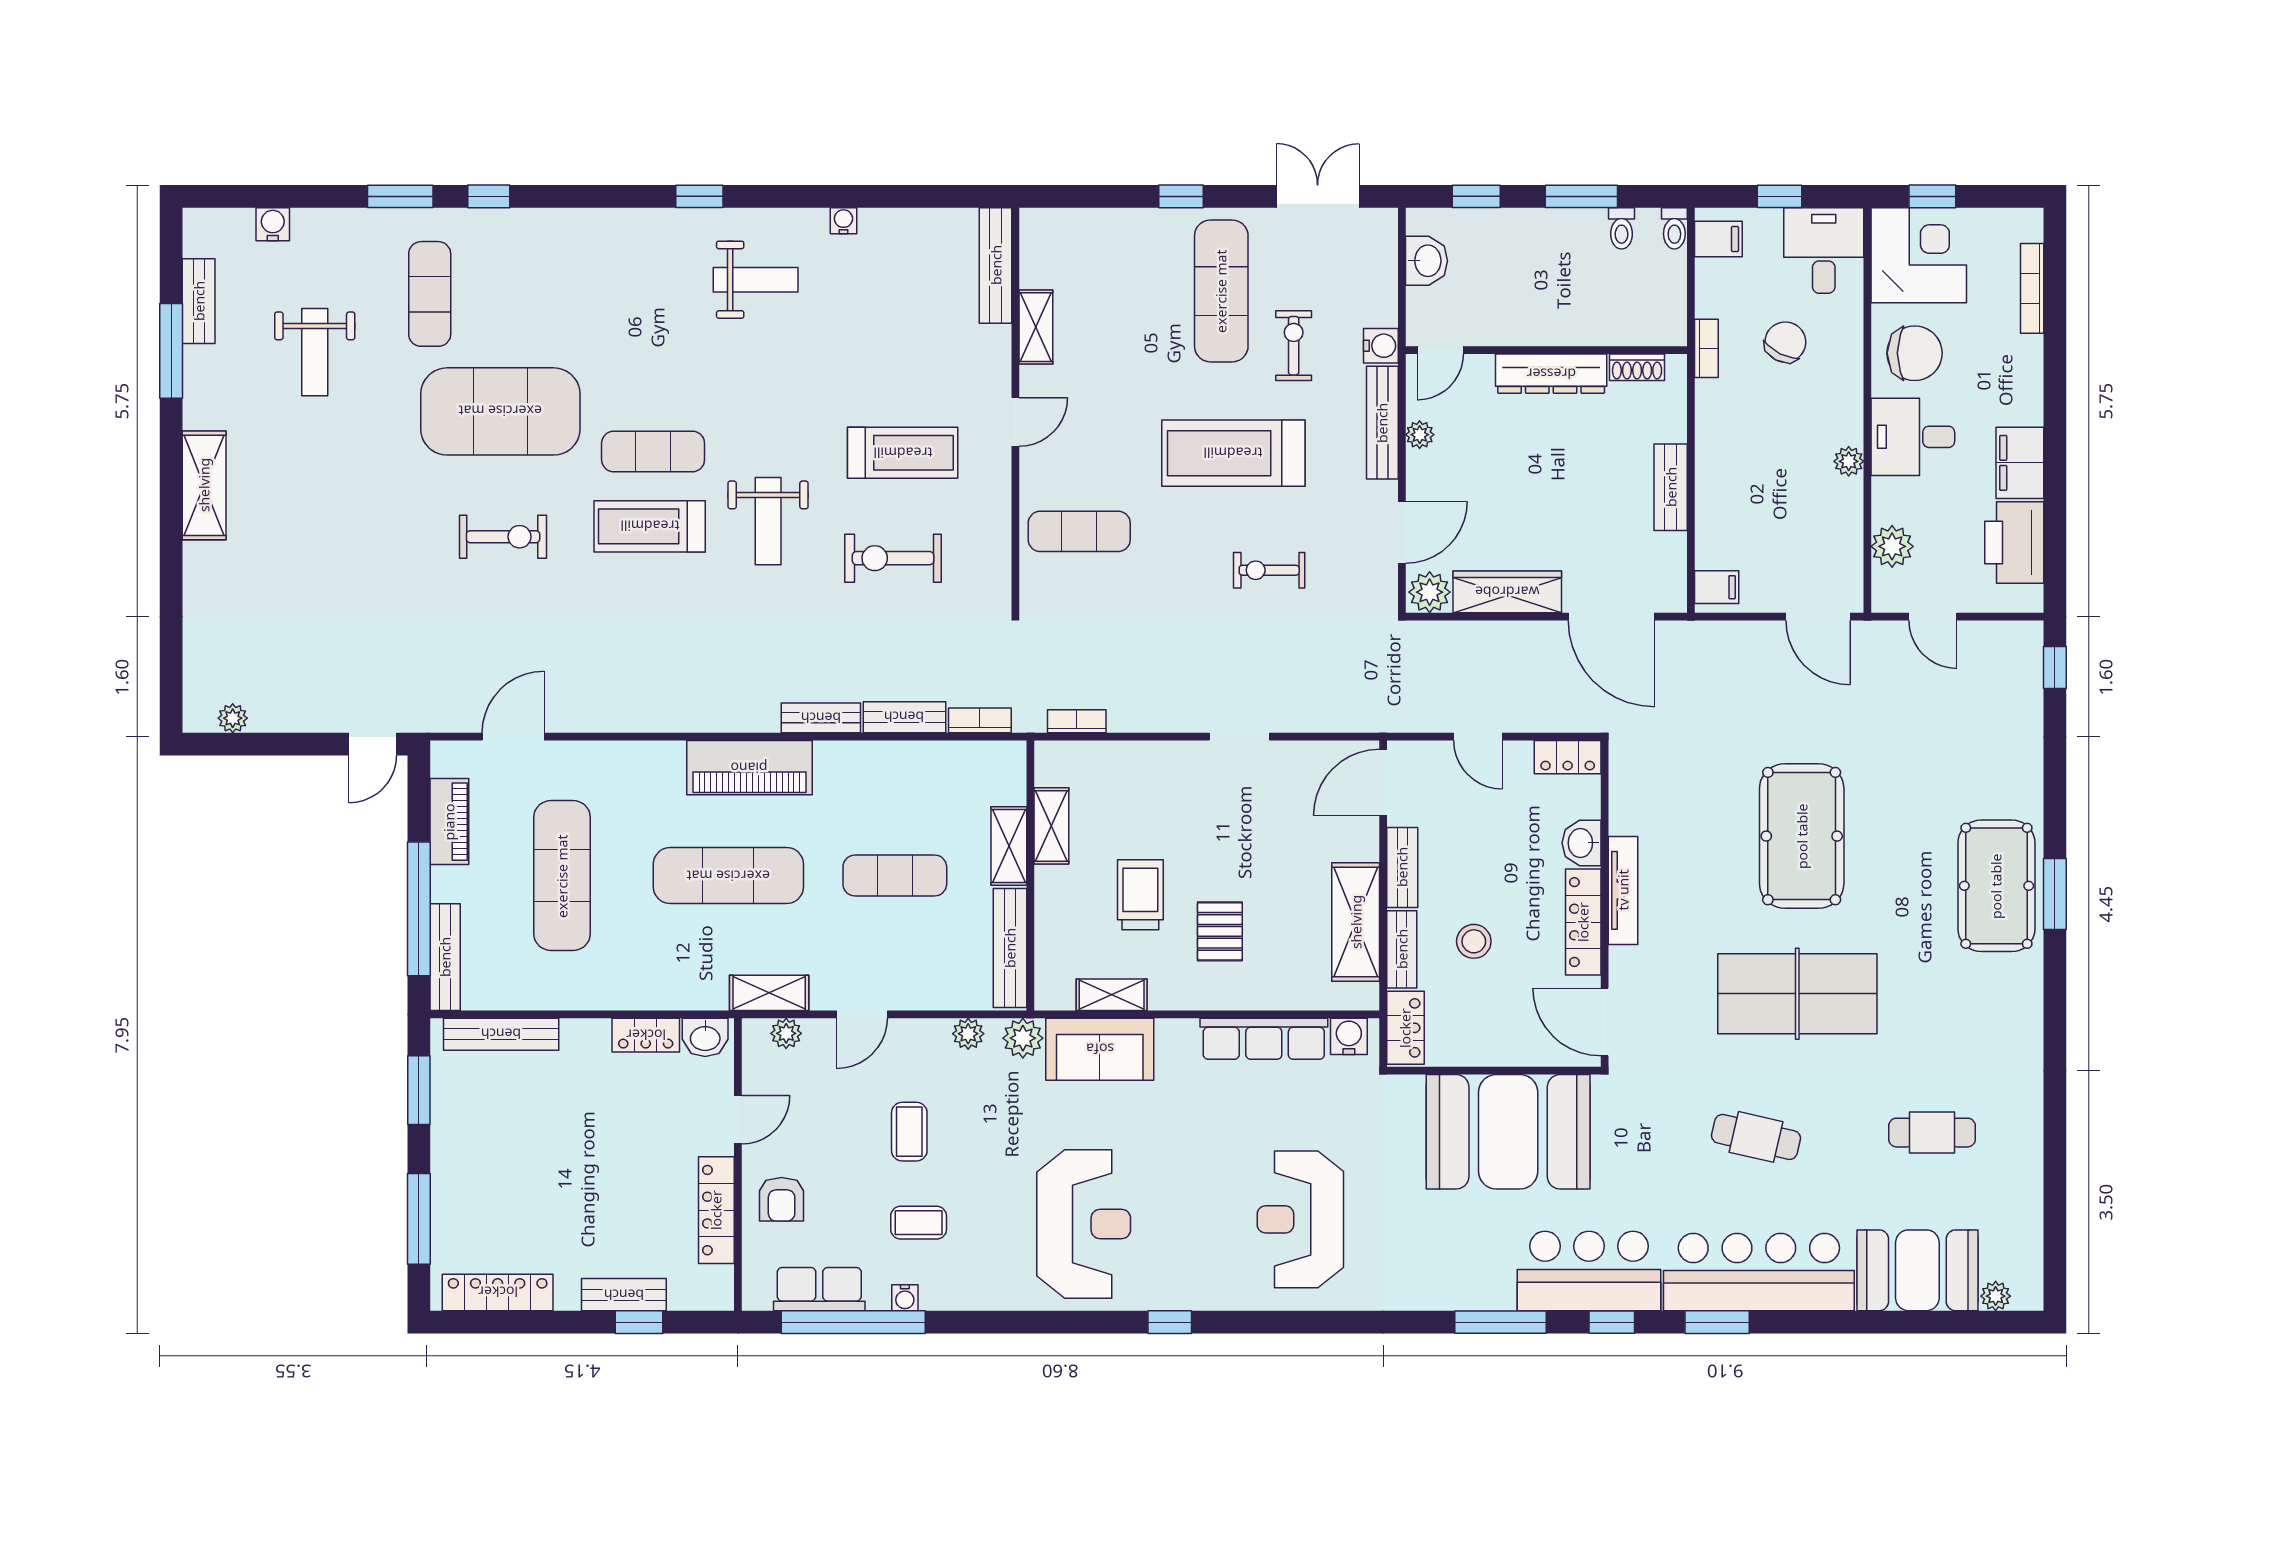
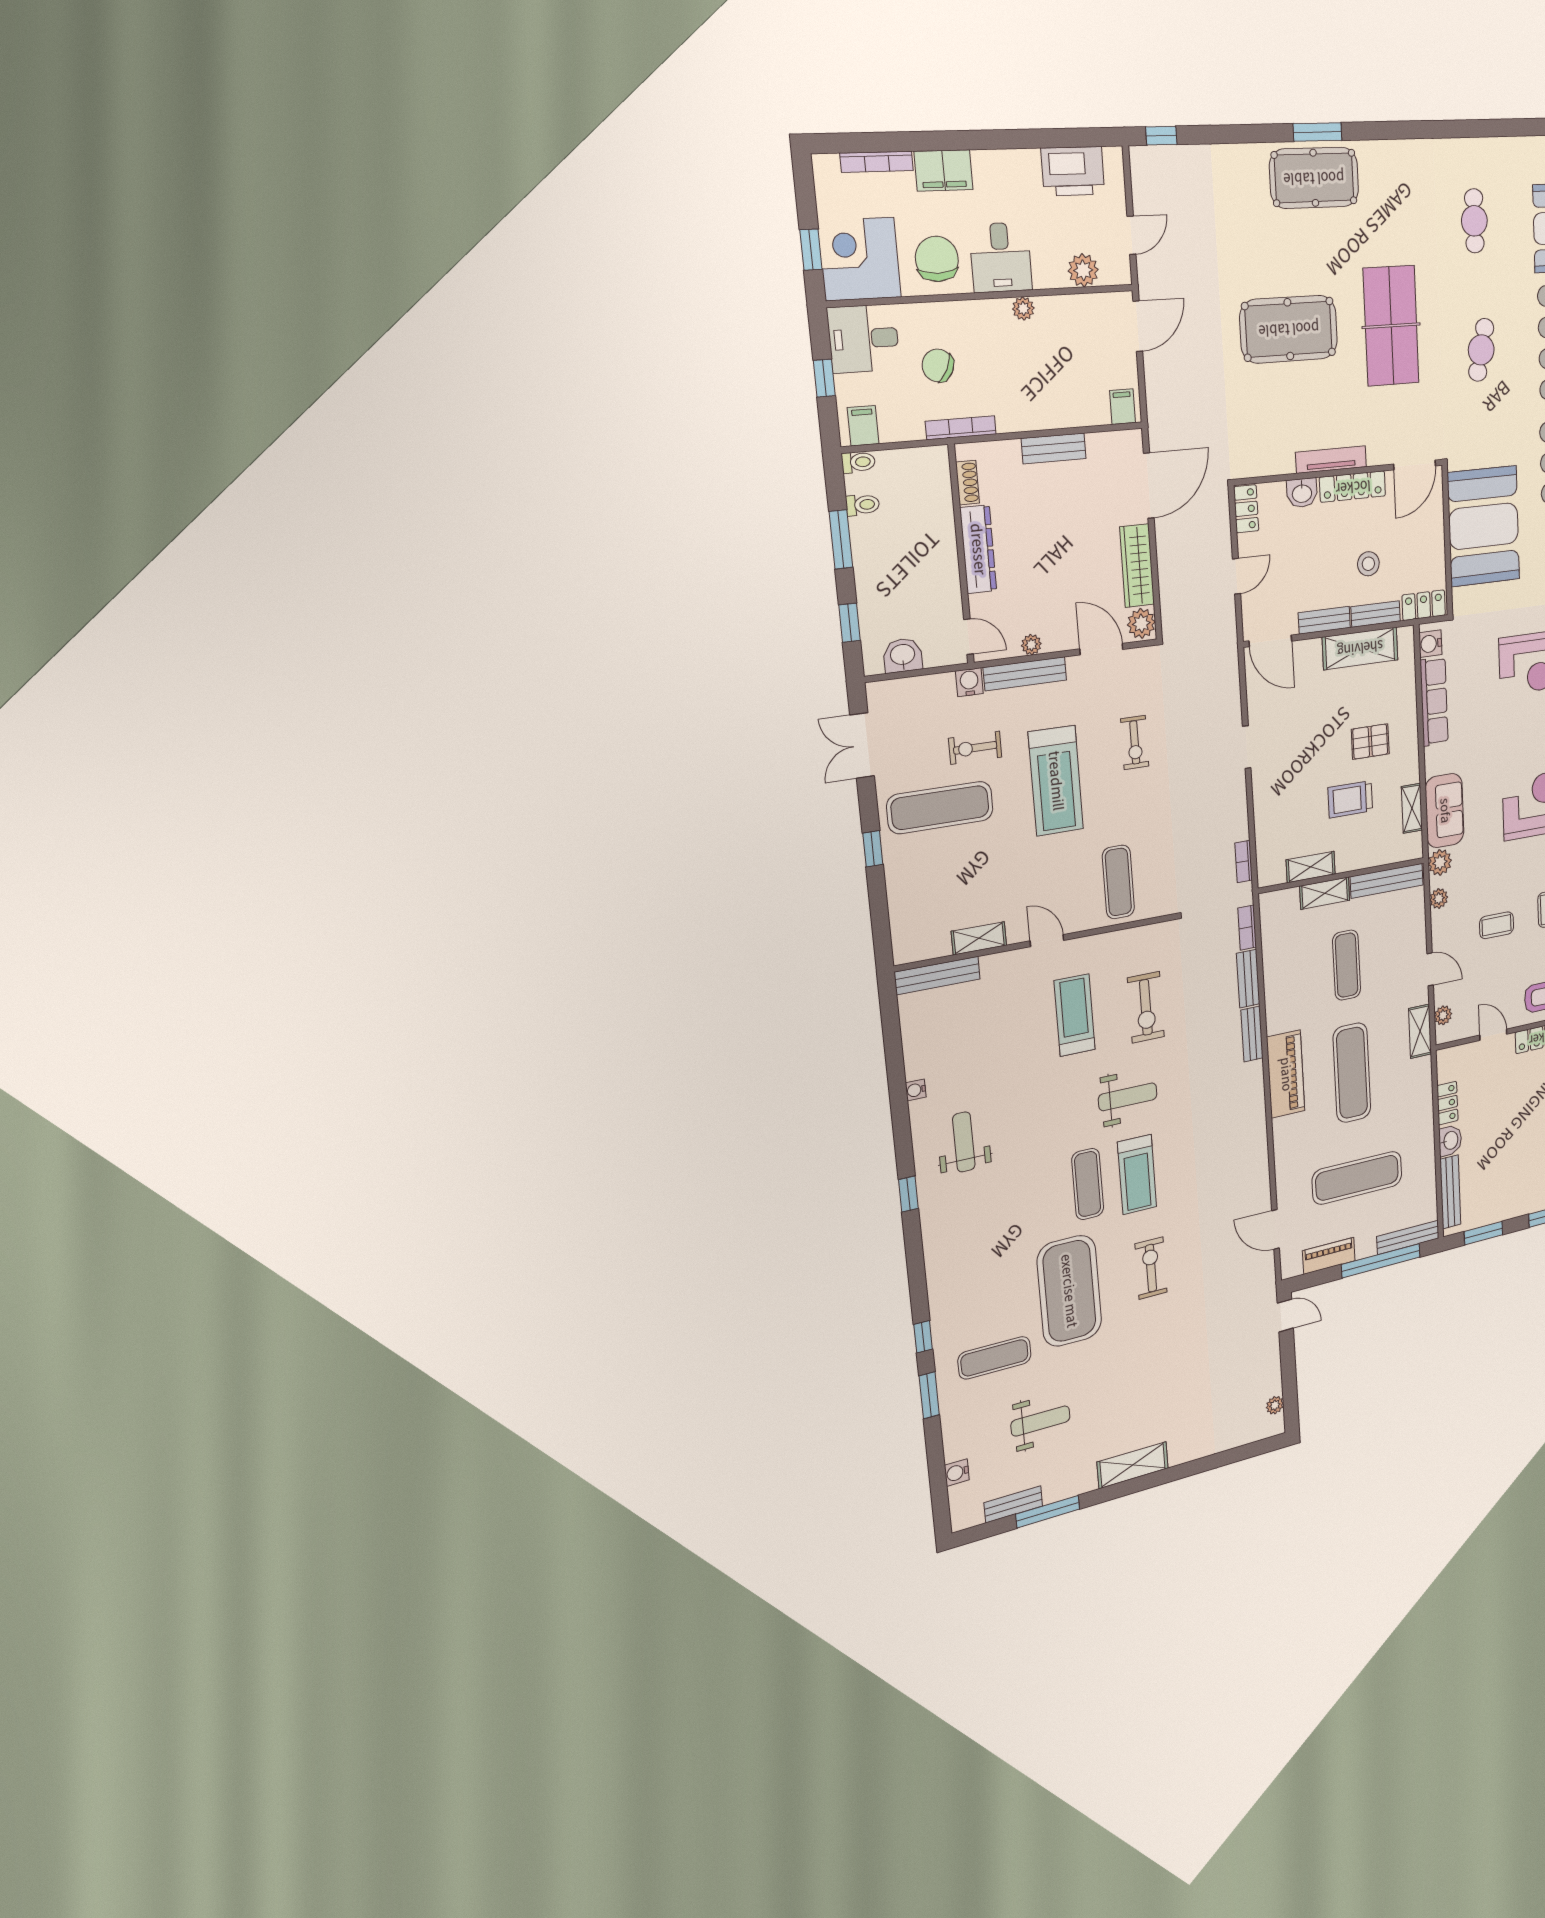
bookcase: (1706, 348) -> (961, 428), width x1.56
filing cabinet: (2020, 463) -> (944, 170), moved
washbasin: (705, 1037) -> (1450, 1141), moved

